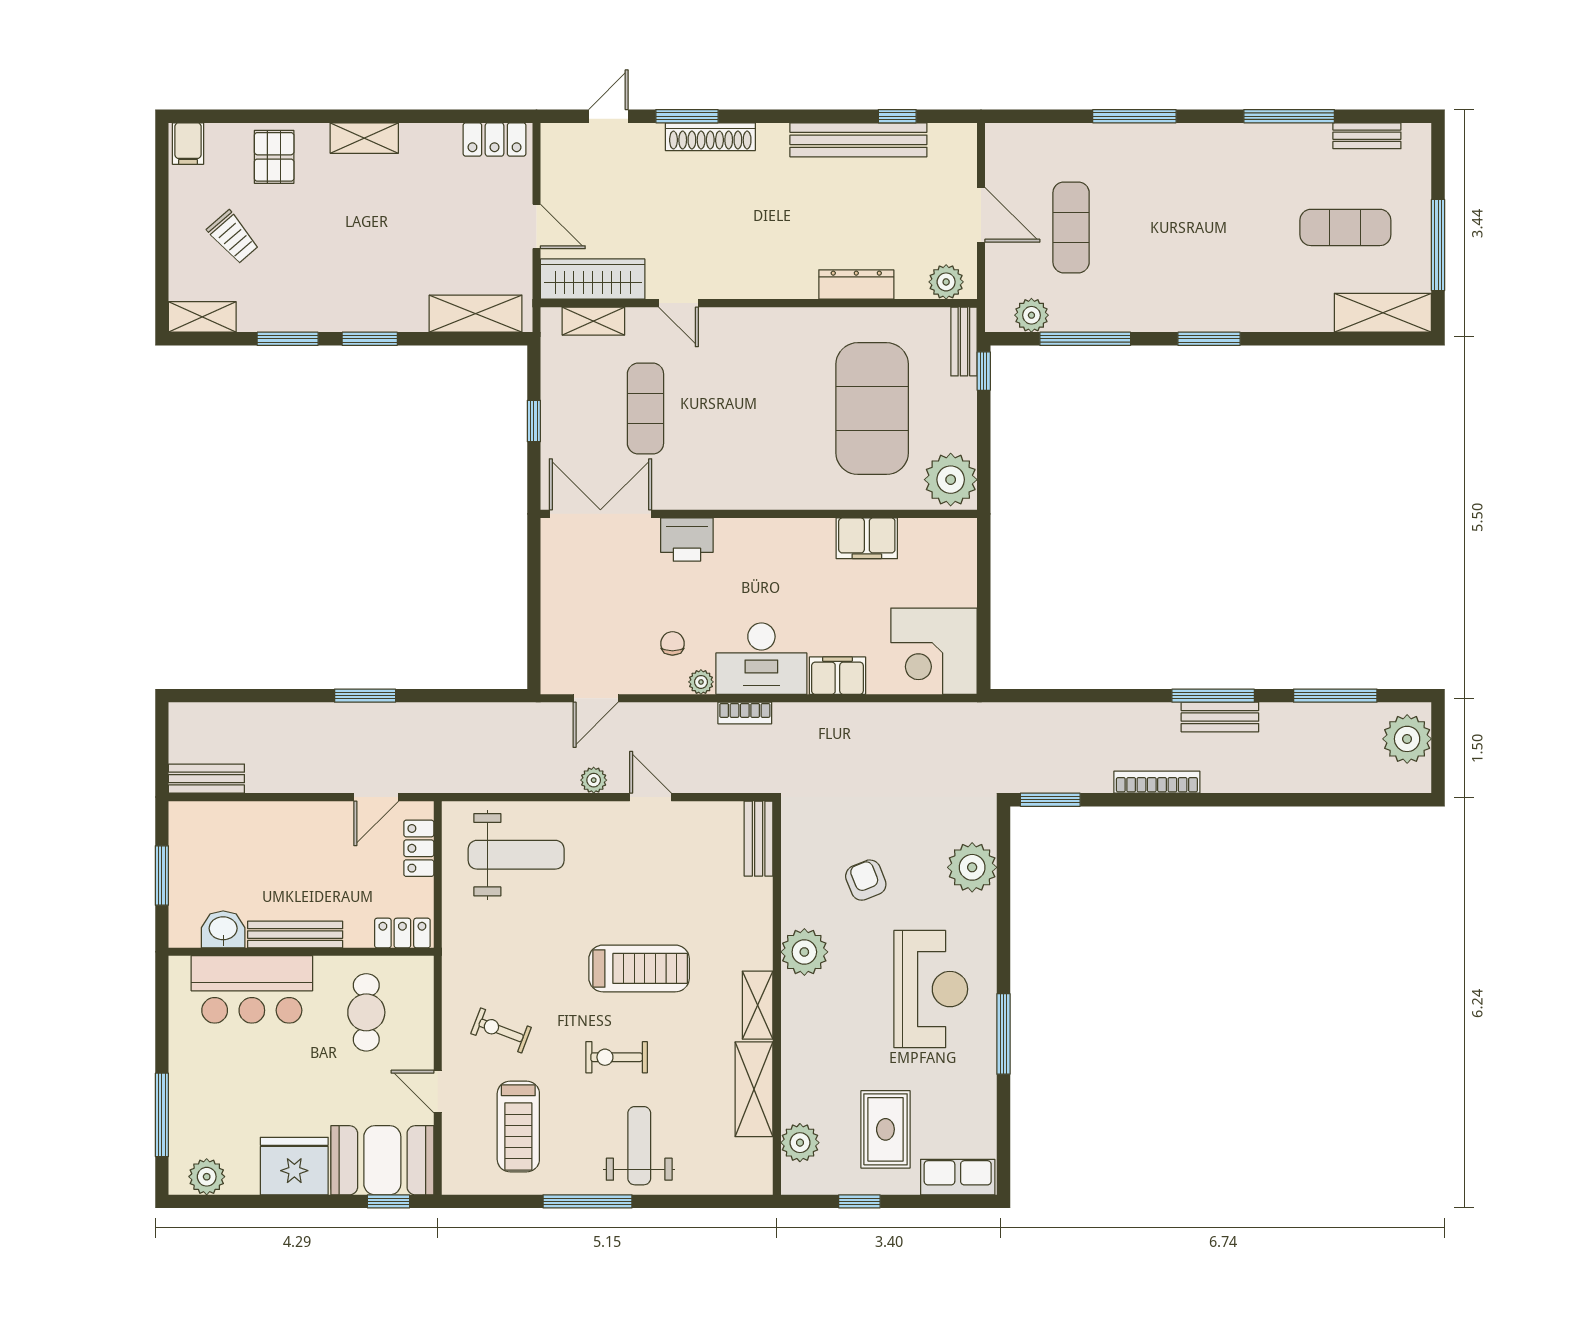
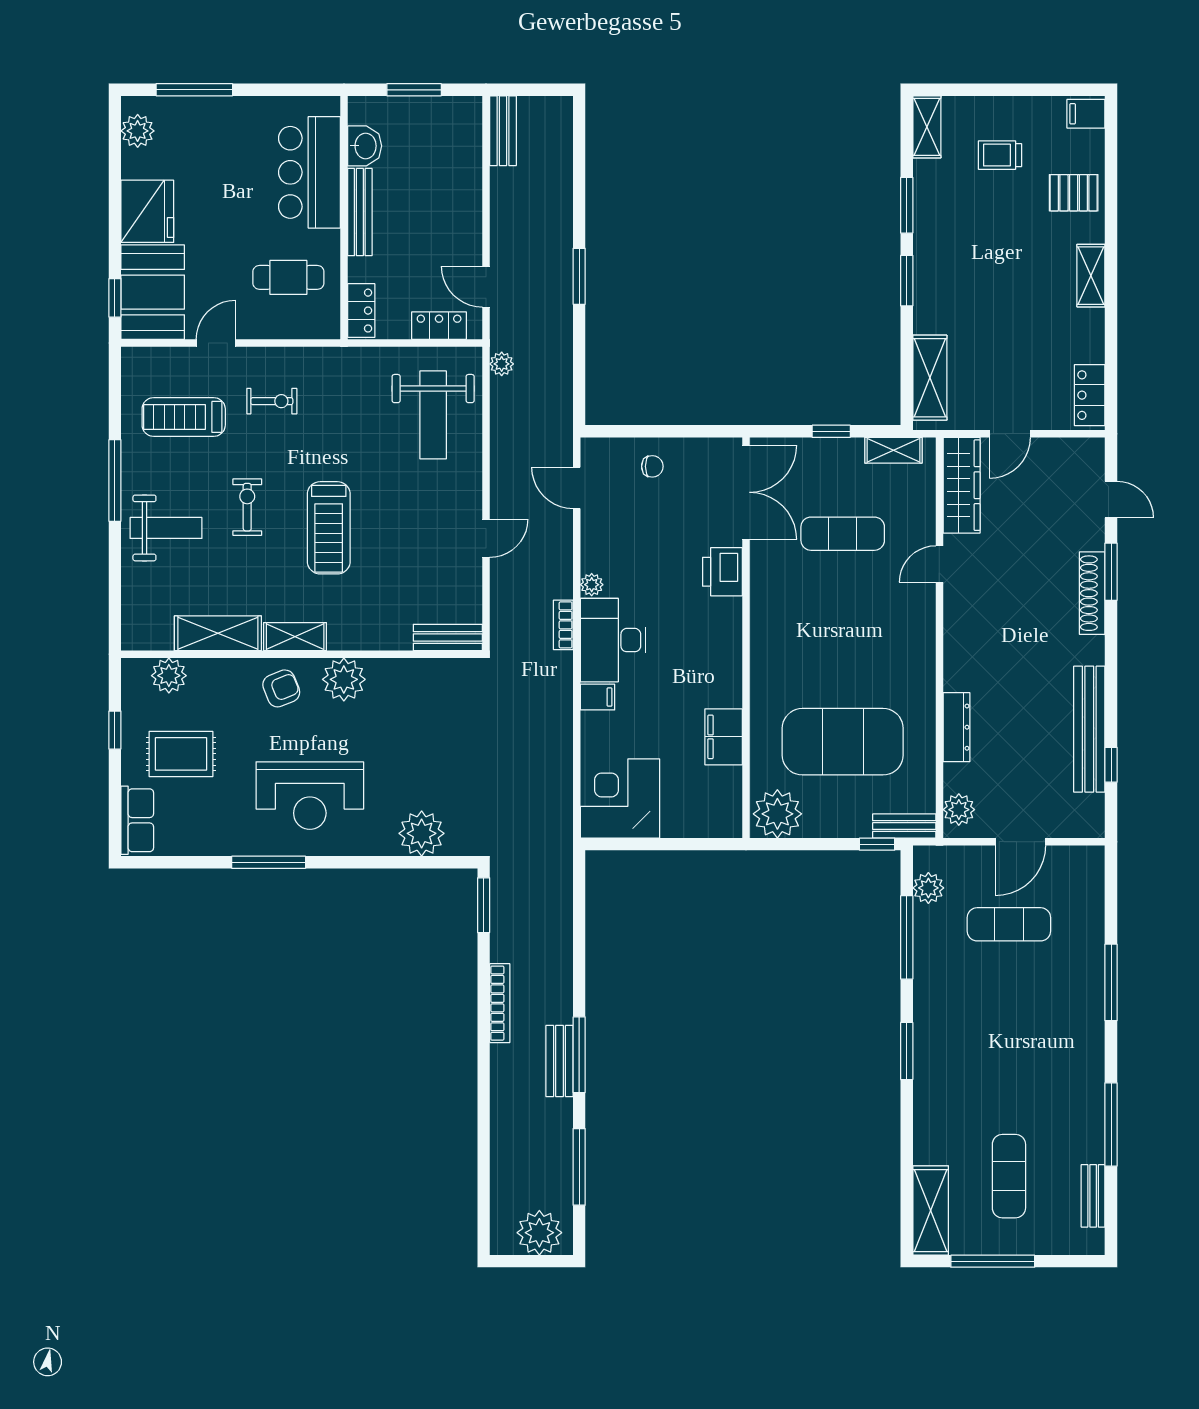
trolley: (233, 237) -> (1000, 155), turned 41
shelving: (593, 321) -> (893, 450), moved, turned 90
chair: (672, 643) -> (652, 466), moved
filing cabinet: (837, 676) -> (598, 697), width x0.50
plant: (594, 780) -> (502, 364), moved
armchair: (866, 880) -> (281, 688), moved
exercise bike: (501, 1030) -> (272, 401), turned 69

